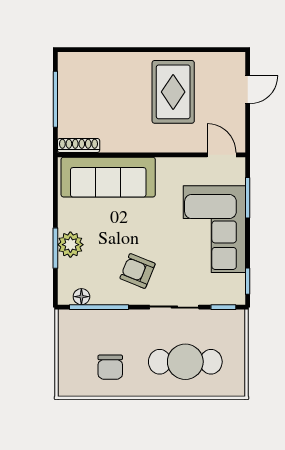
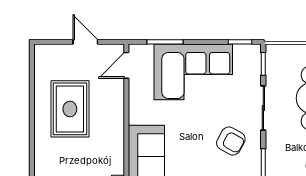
door: (248, 90) -> (85, 42), moved
rug: (173, 92) -> (70, 109), turned 90
armchair: (138, 271) -> (231, 141), turned -83

